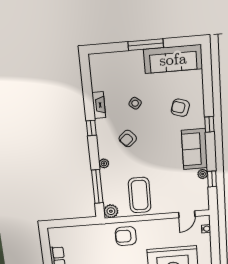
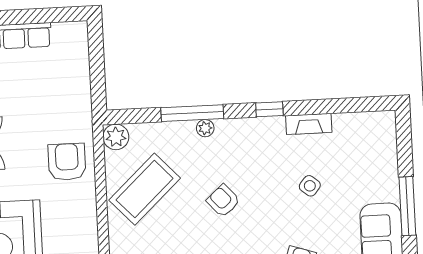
armchair: (128, 138) -> (223, 201), moved
window: (97, 187) -> (192, 113), moved
coffee table: (140, 195) -> (145, 189), turned -43

